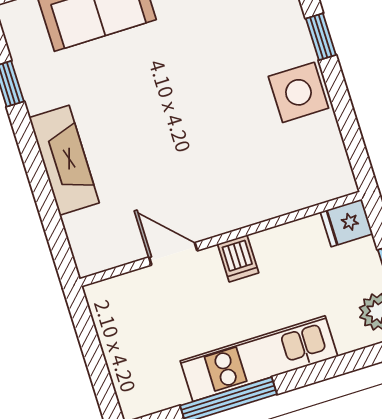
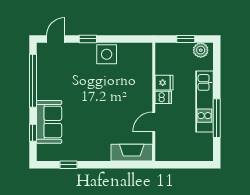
fireplace: (64, 160) -> (132, 153), moved
fridge: (347, 223) -> (164, 83), moved, turned -90

